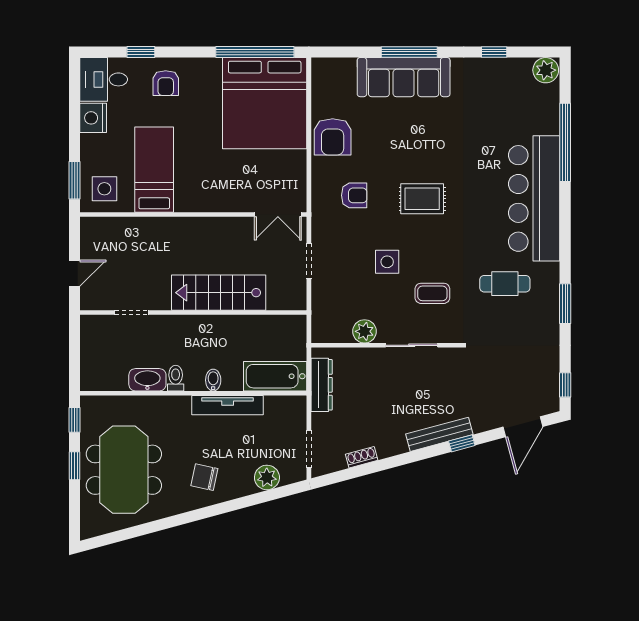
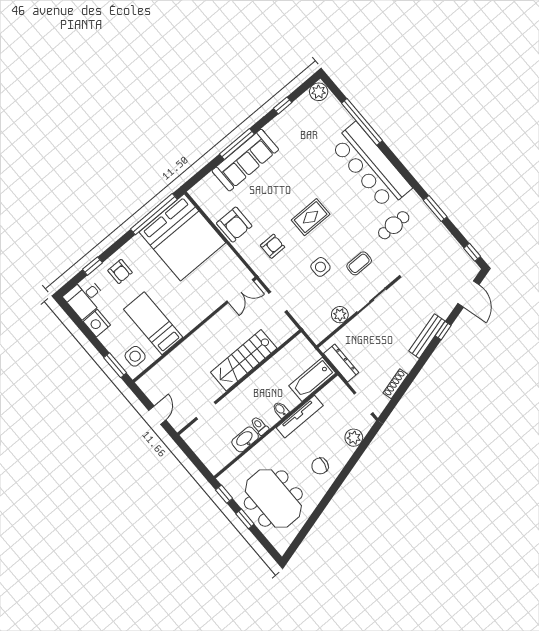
shoe rack: (362, 457) -> (395, 384), width x1.43

